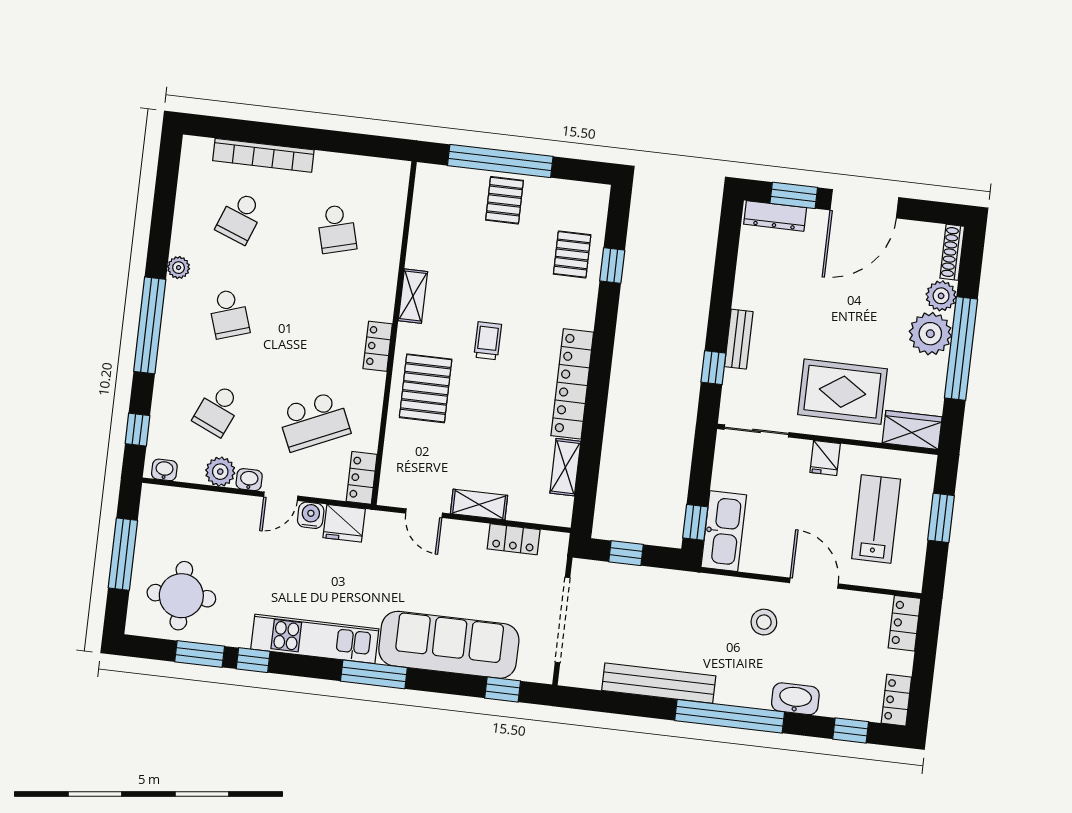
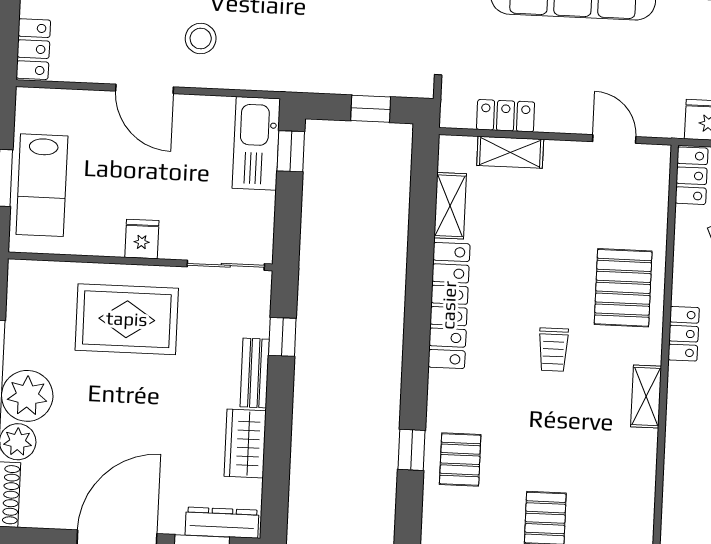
wardrobe: (912, 430) -> (245, 443), moved, turned 90
shelving: (479, 505) -> (510, 152), moved
lab bench: (876, 519) -> (42, 185), moved

